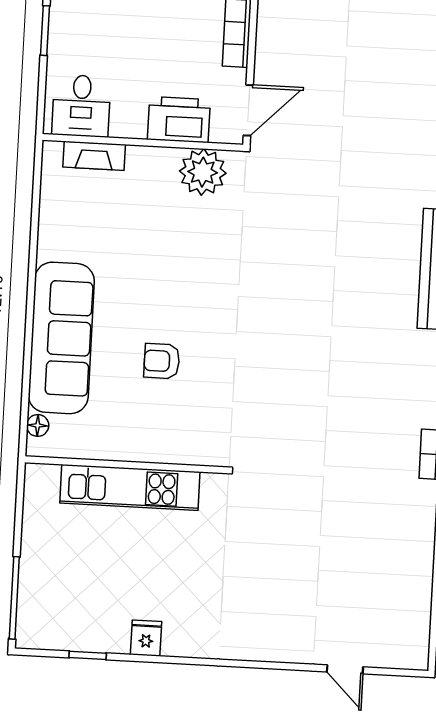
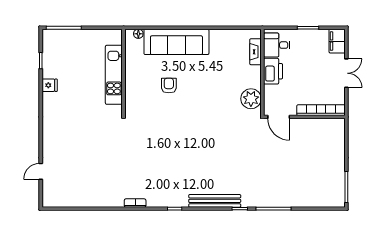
printer: (179, 120) -> (273, 71), moved

